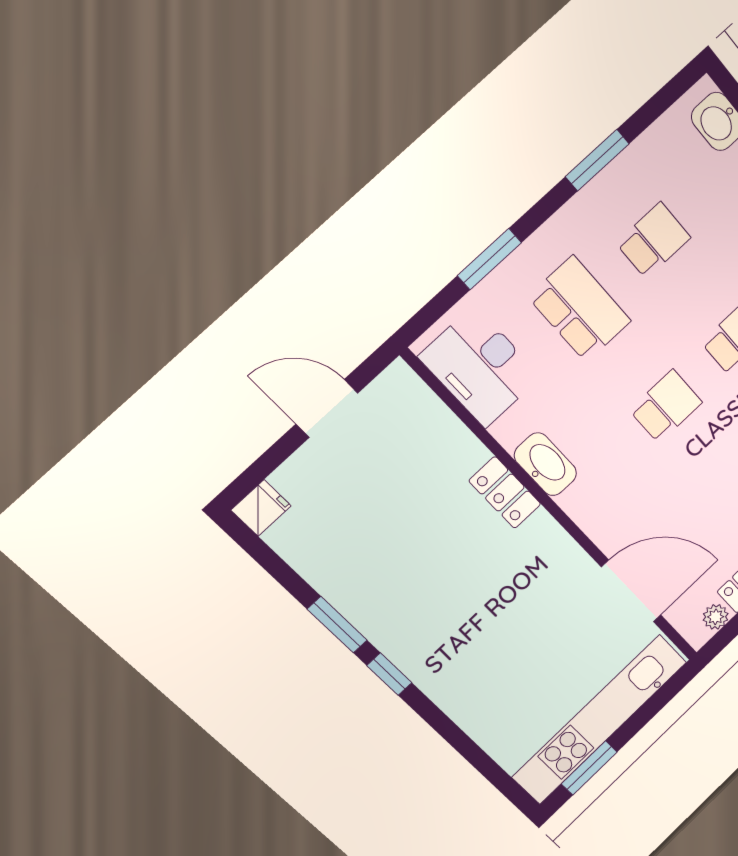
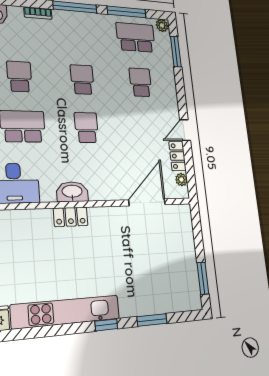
window: (337, 625) -> (152, 320), moved
kitchen unit: (600, 719) -> (66, 312), moved, turned 90

